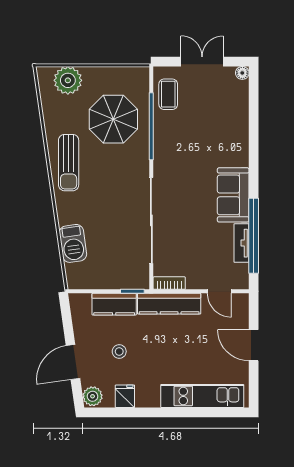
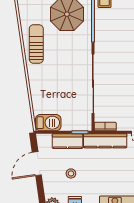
sun lounger: (69, 163) -> (36, 44), turned 180
barbecue: (73, 243) -> (48, 123), moved, turned -82
door: (73, 362) -> (37, 164), moved

